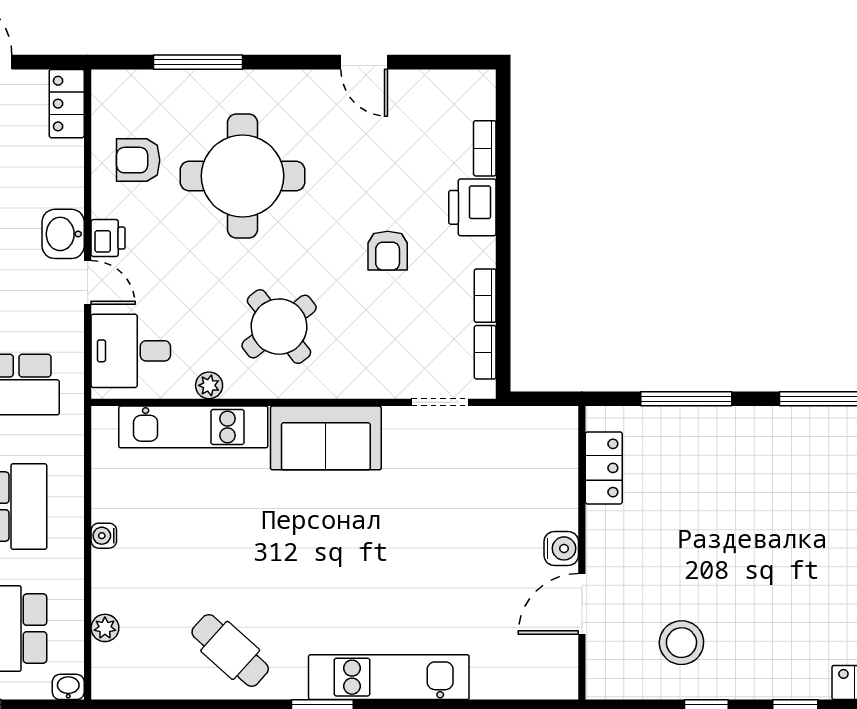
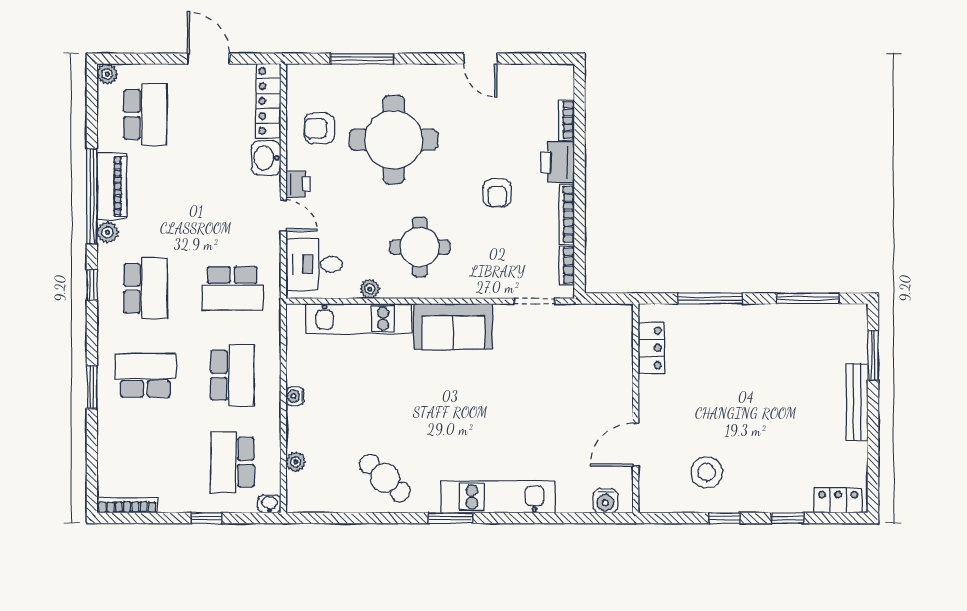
locker: (67, 104) -> (268, 101), width x1.53
washbasin: (63, 234) -> (266, 158), moved
bookcase: (485, 296) -> (567, 214), width x1.56
round table: (279, 327) -> (420, 247), turned 38
water cooler: (561, 548) -> (605, 501), moved, turned 90

